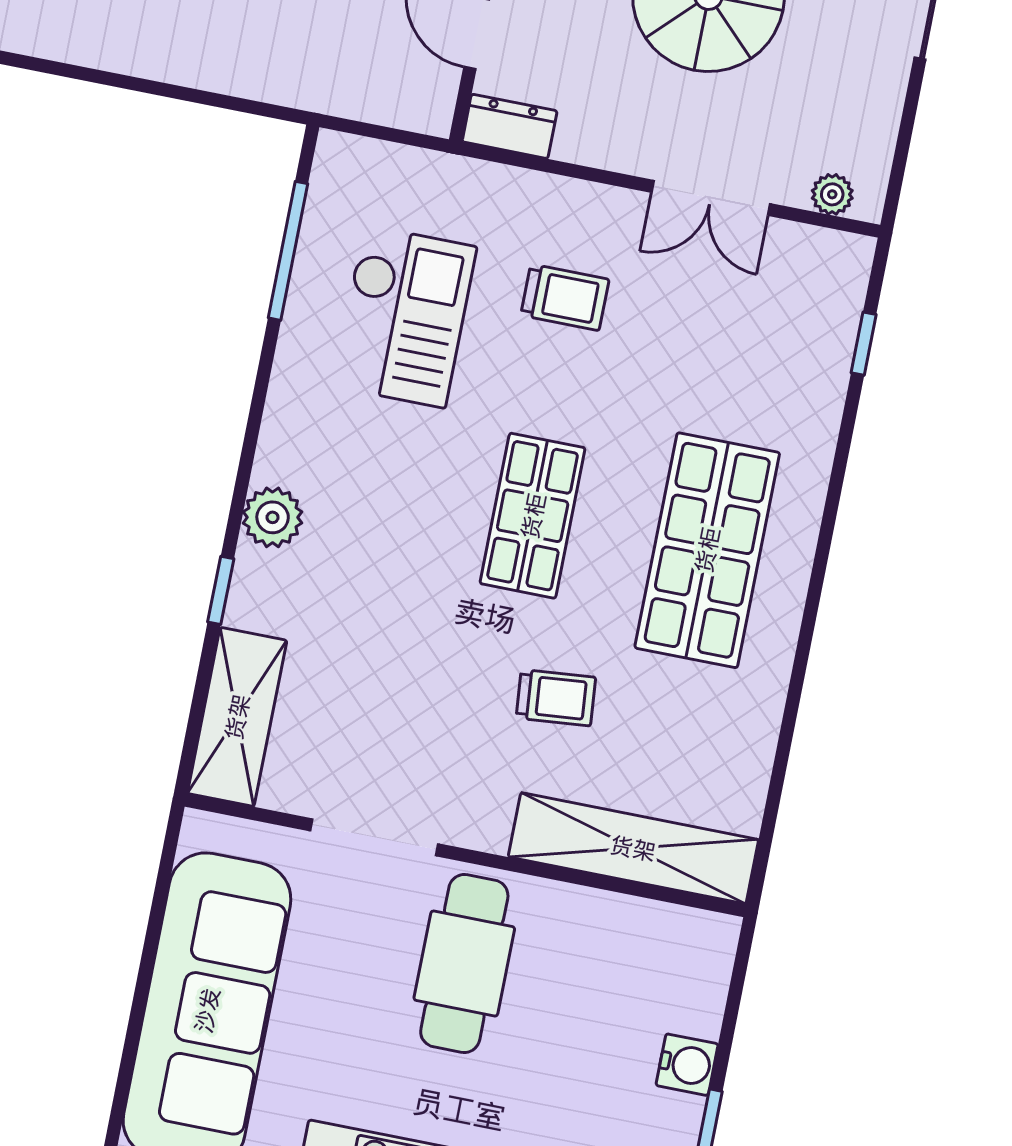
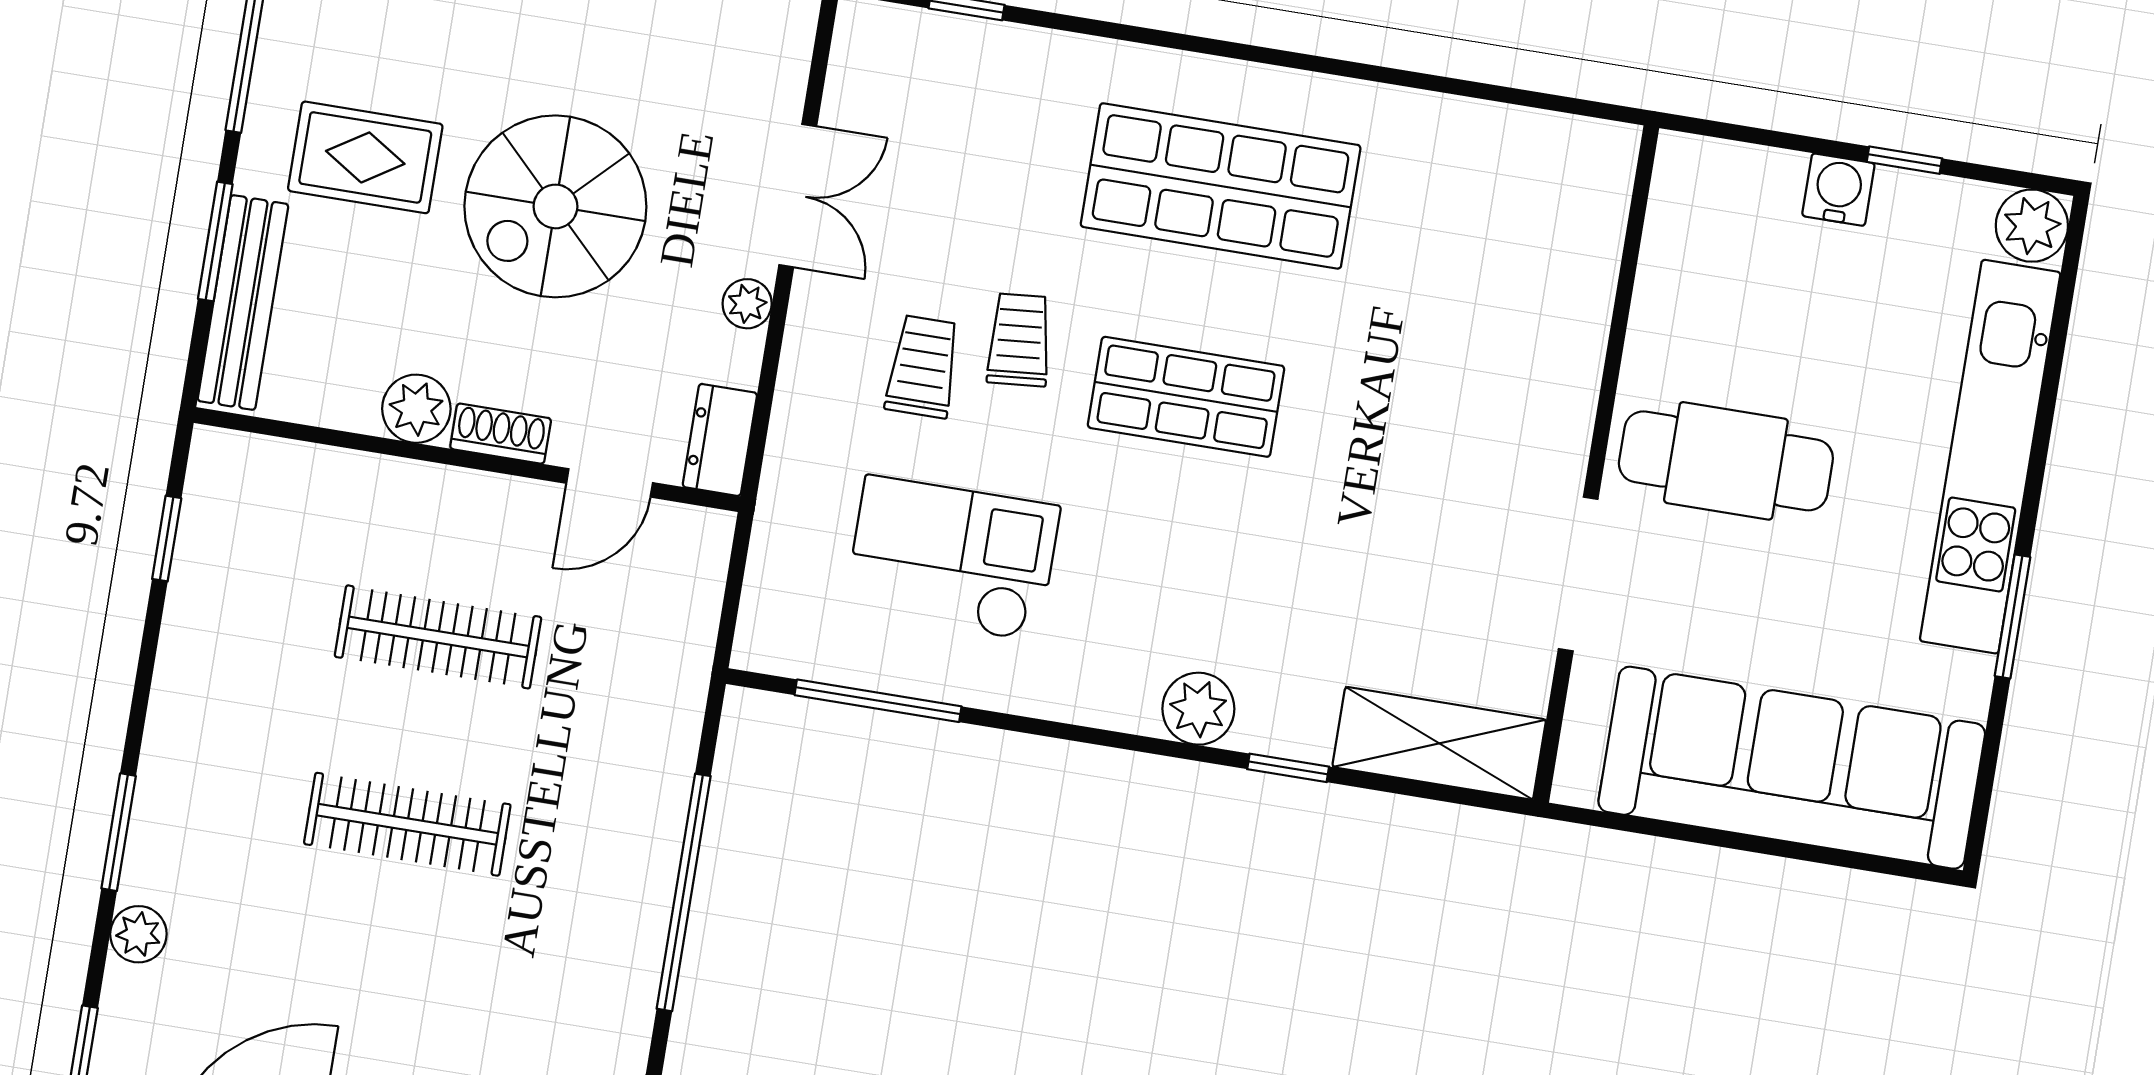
window: (134, 84) -> (684, 892), added
plant: (832, 194) -> (747, 304), moved
trolley: (556, 698) -> (1019, 340), moved
shelving: (633, 848) -> (1581, 263), removed

